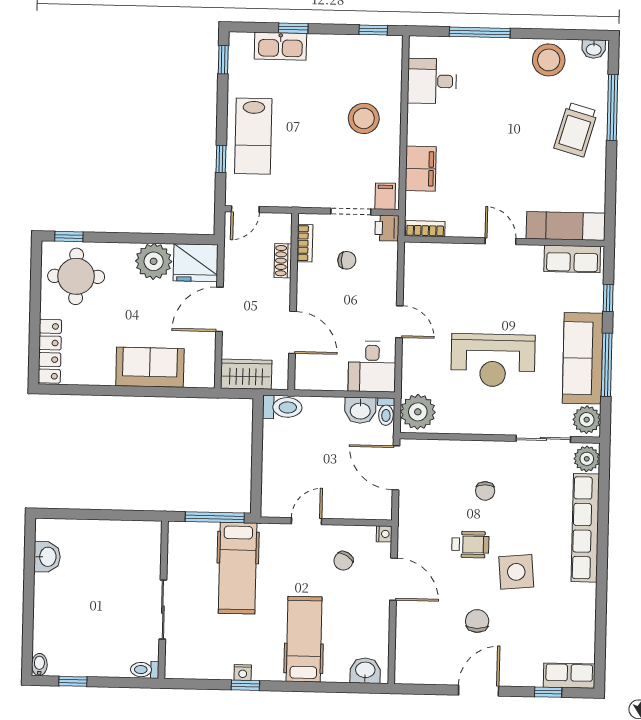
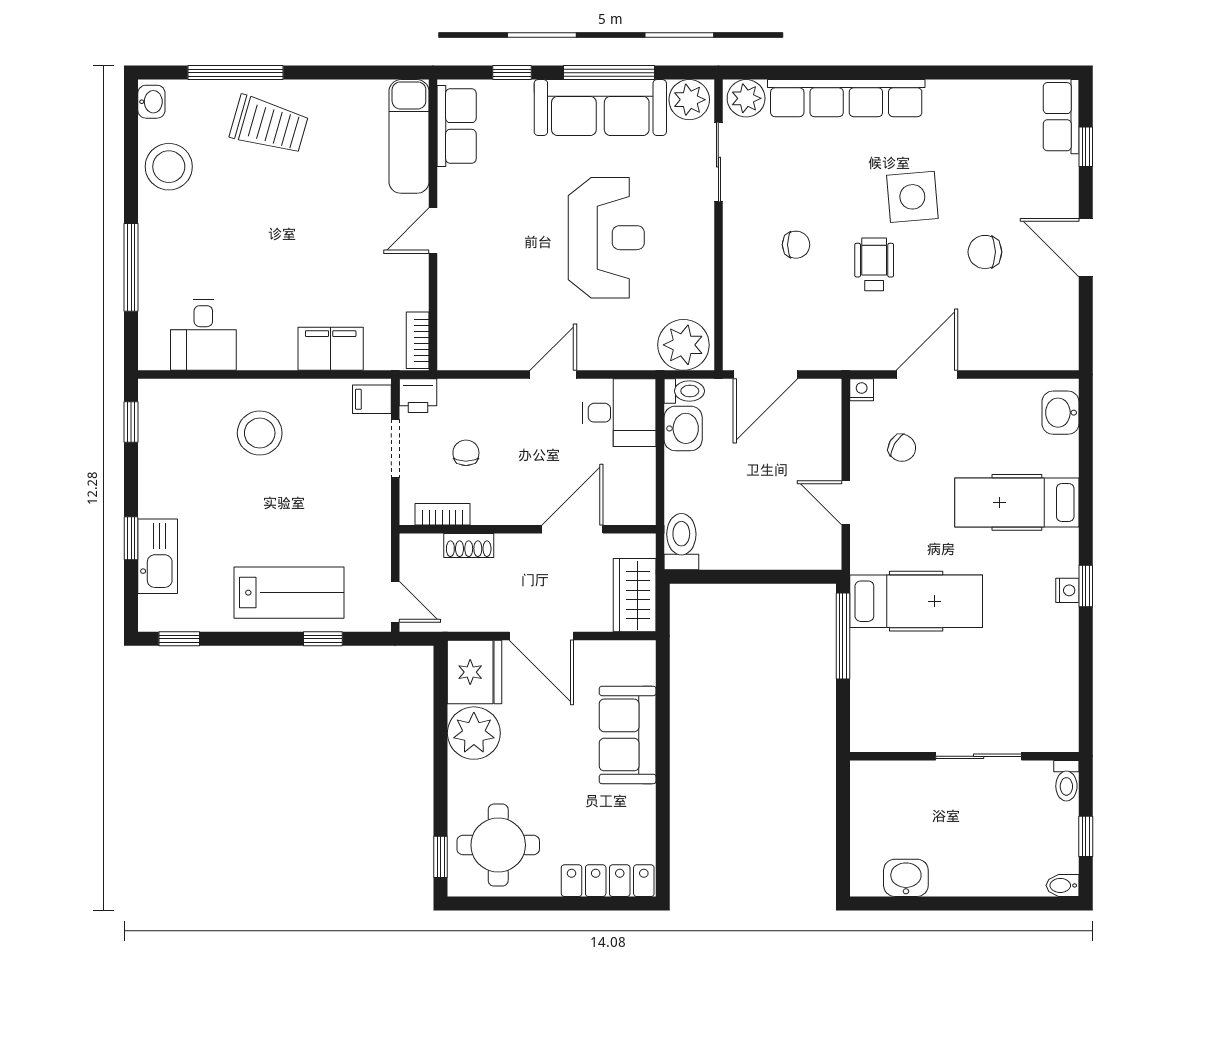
wall: (163, 600) -> (964, 756), moved
sliding door: (163, 610) -> (979, 756), moved
toilet: (145, 670) -> (1066, 781), moved

